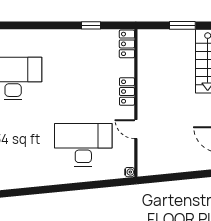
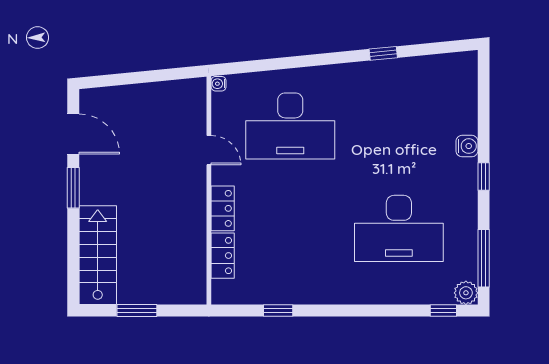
locker: (127, 44) -> (223, 256), moved
window: (23, 192) -> (383, 53), added

